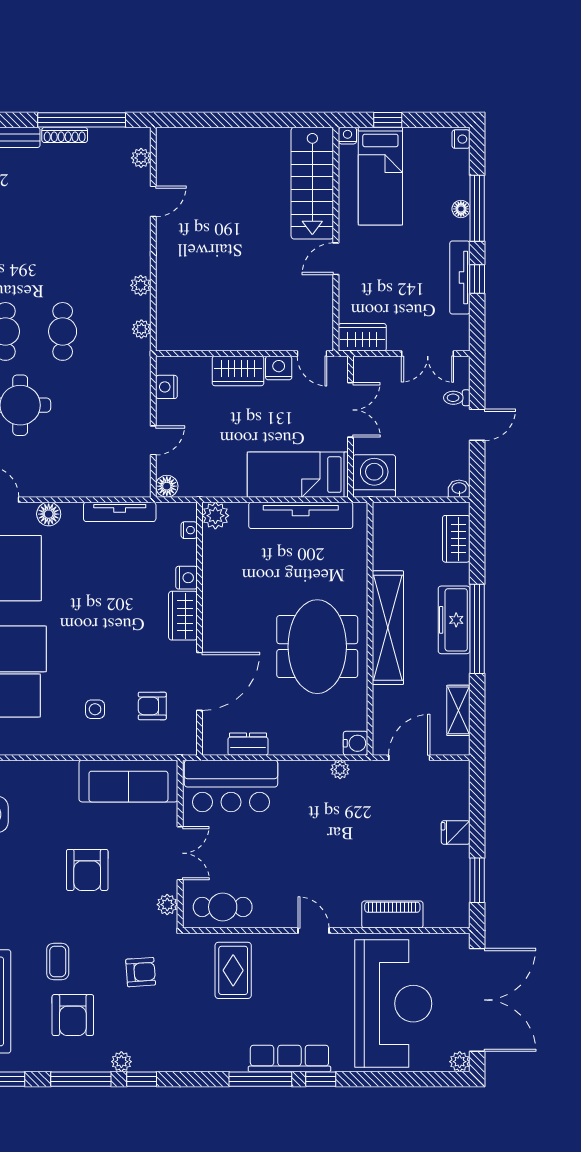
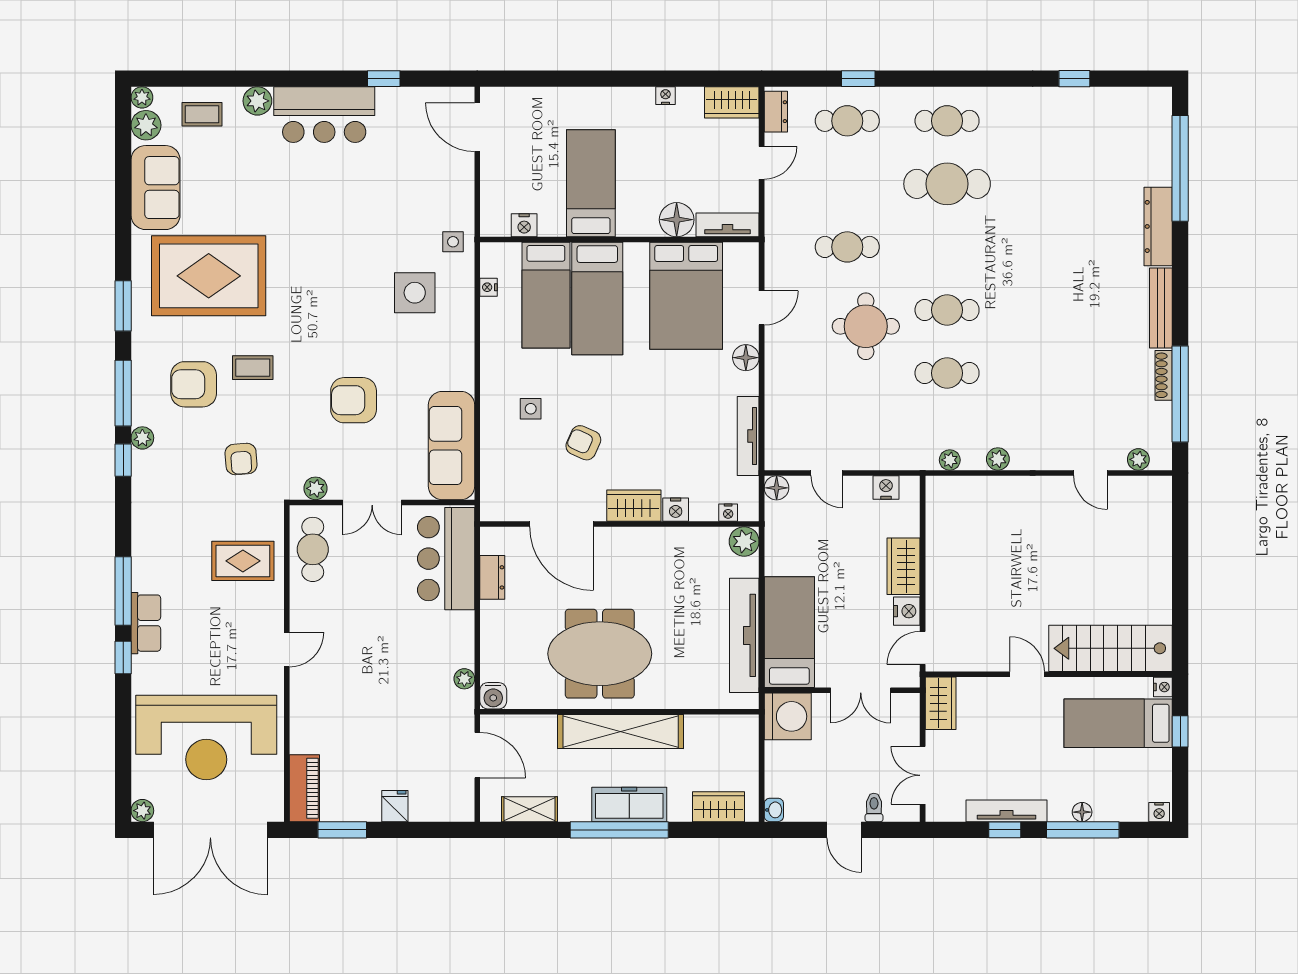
armchair: (152, 706) -> (583, 443), moved, turned -66
piano: (392, 915) -> (304, 788), moved
row of seats: (289, 1058) -> (146, 623), width x0.68

